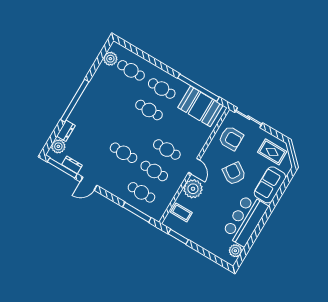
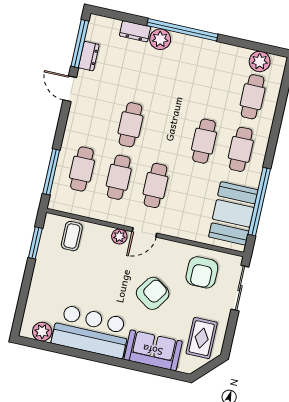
plant: (58, 146) -> (160, 39), moved
plant: (193, 189) -> (119, 236), width x0.53, depth x0.53

